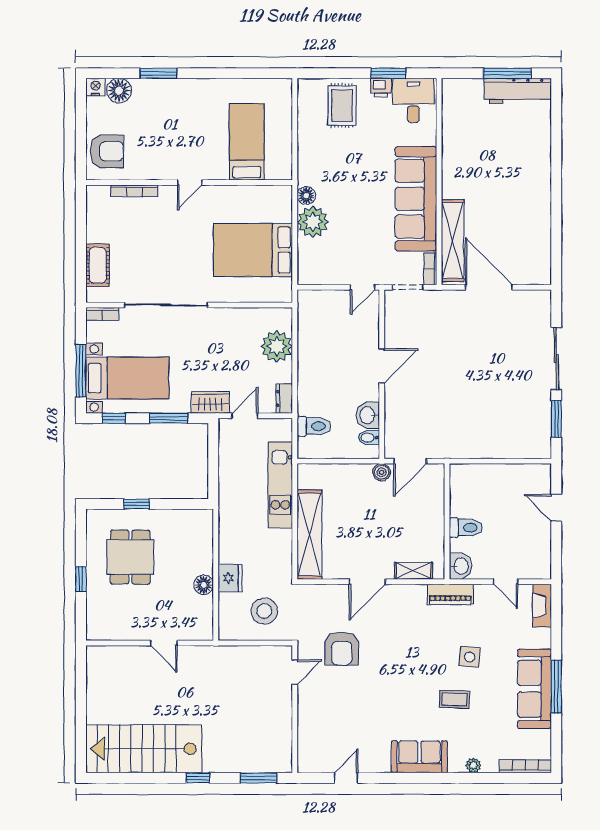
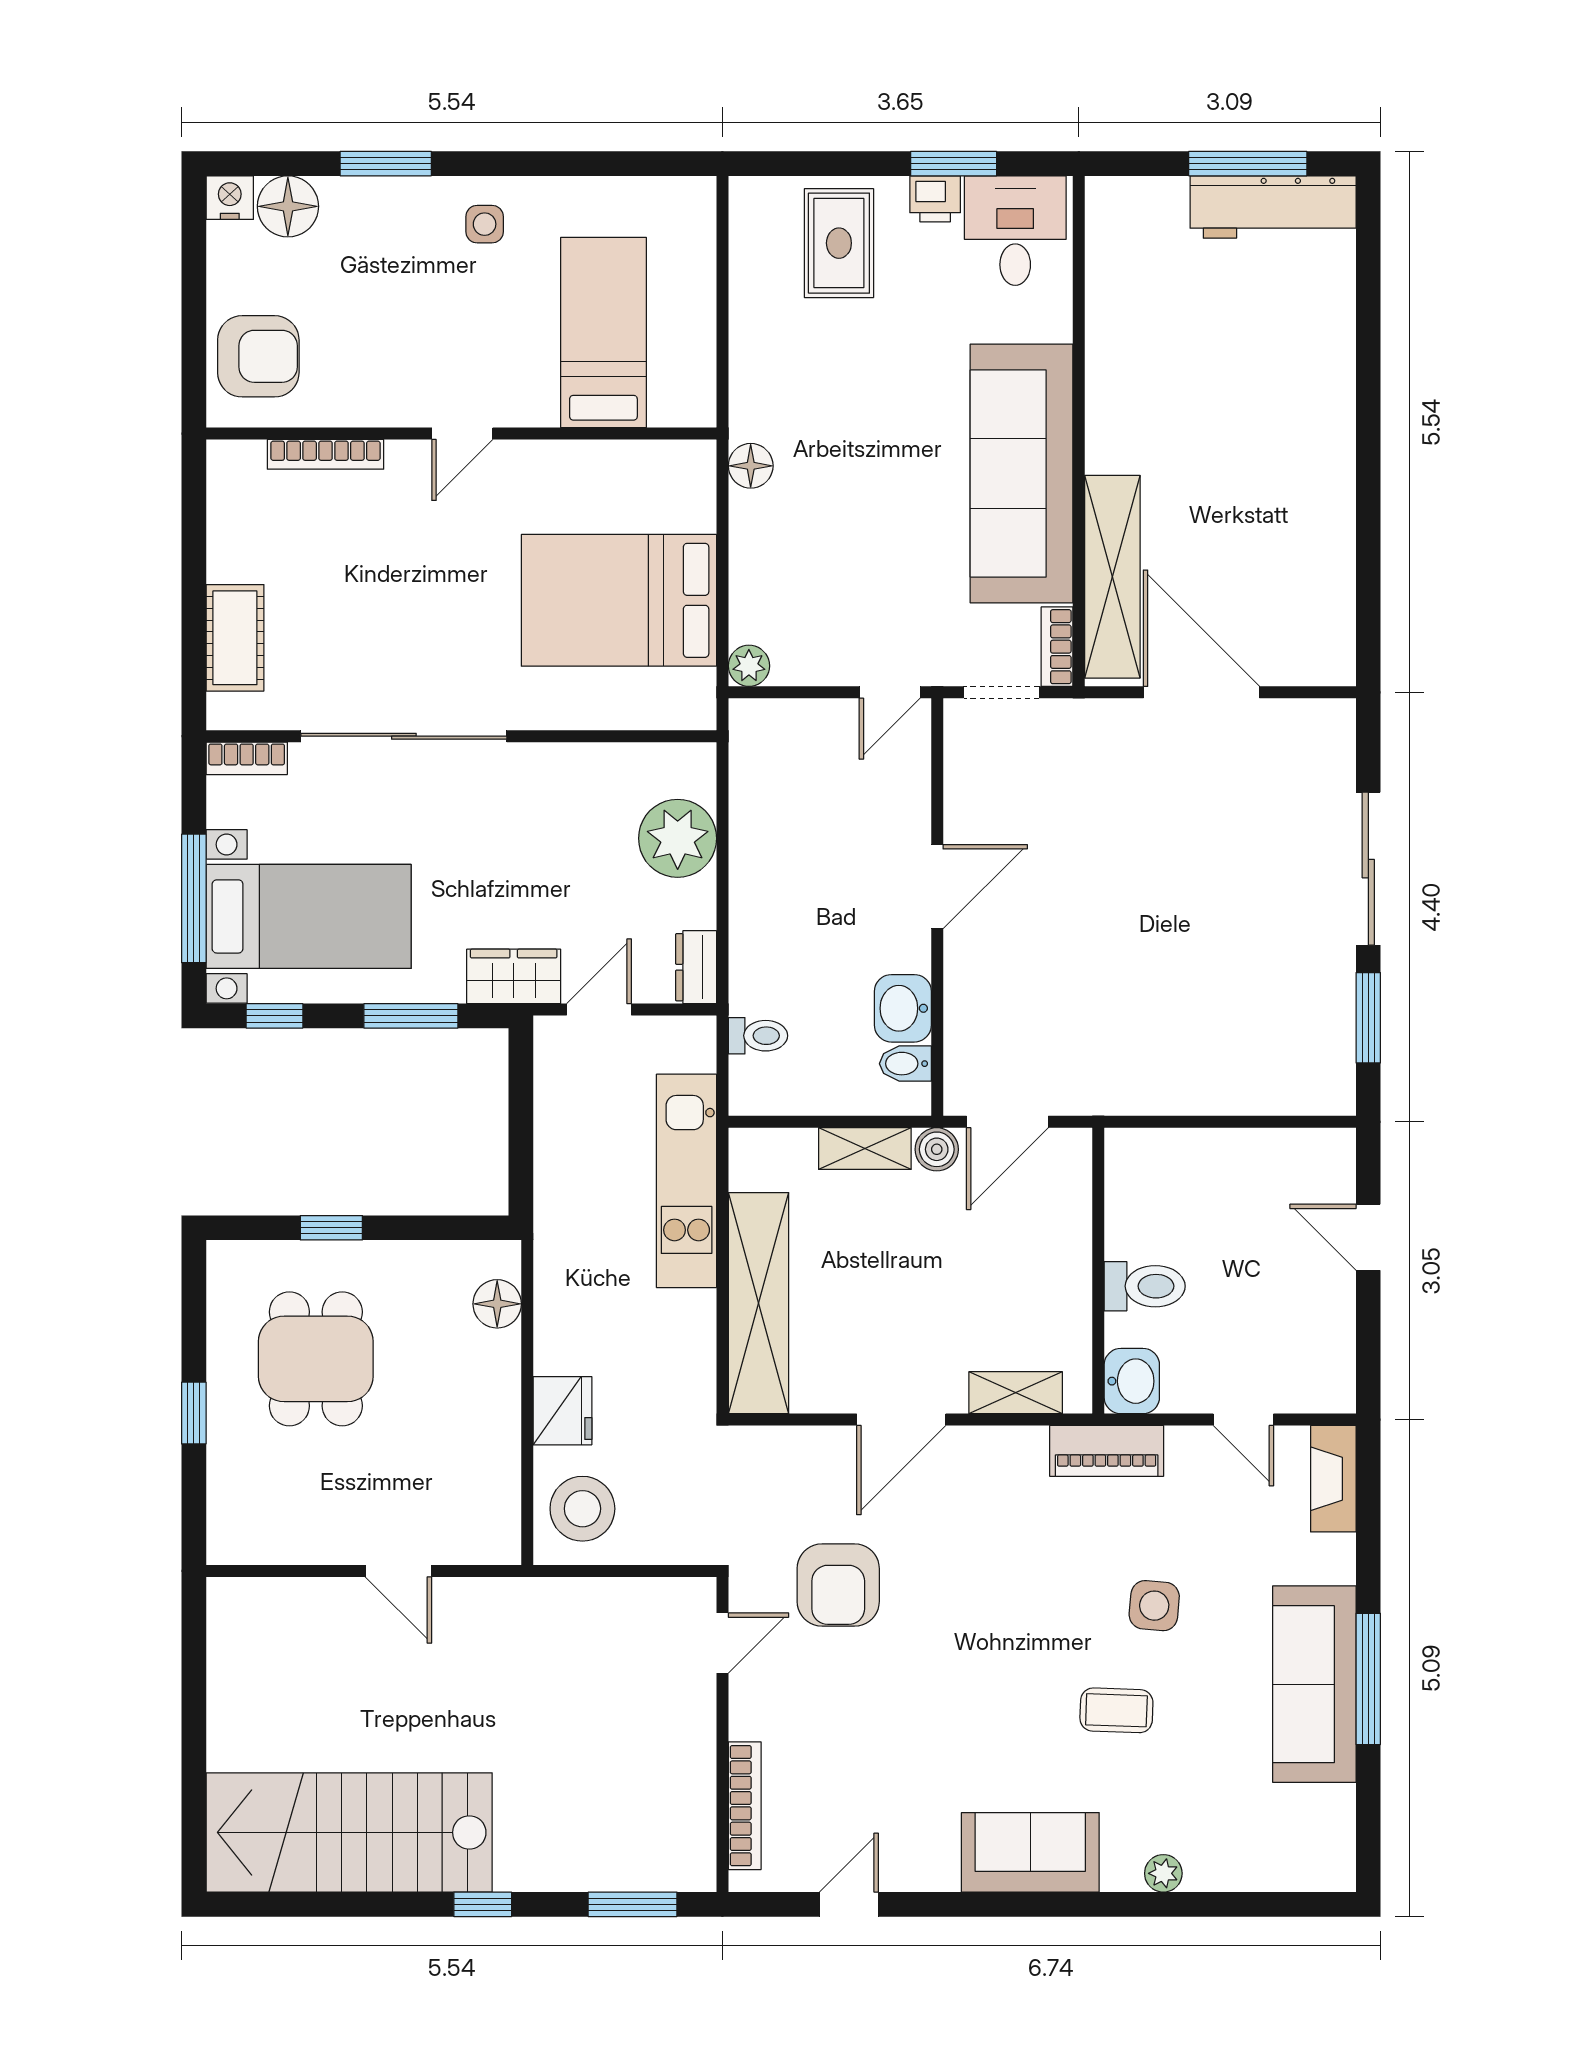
side table: (199, 98) -> (485, 224), added
plant: (313, 222) -> (749, 666), moved, width x0.53, depth x0.53
toilet: (314, 426) -> (758, 1036), width x0.73, depth x0.72
shelving: (352, 472) -> (865, 1149), added
floor lamp: (204, 585) -> (497, 1304), moved
stool: (264, 611) -> (582, 1509), moved
bookcase: (525, 766) -> (745, 1806), moved, turned 90

